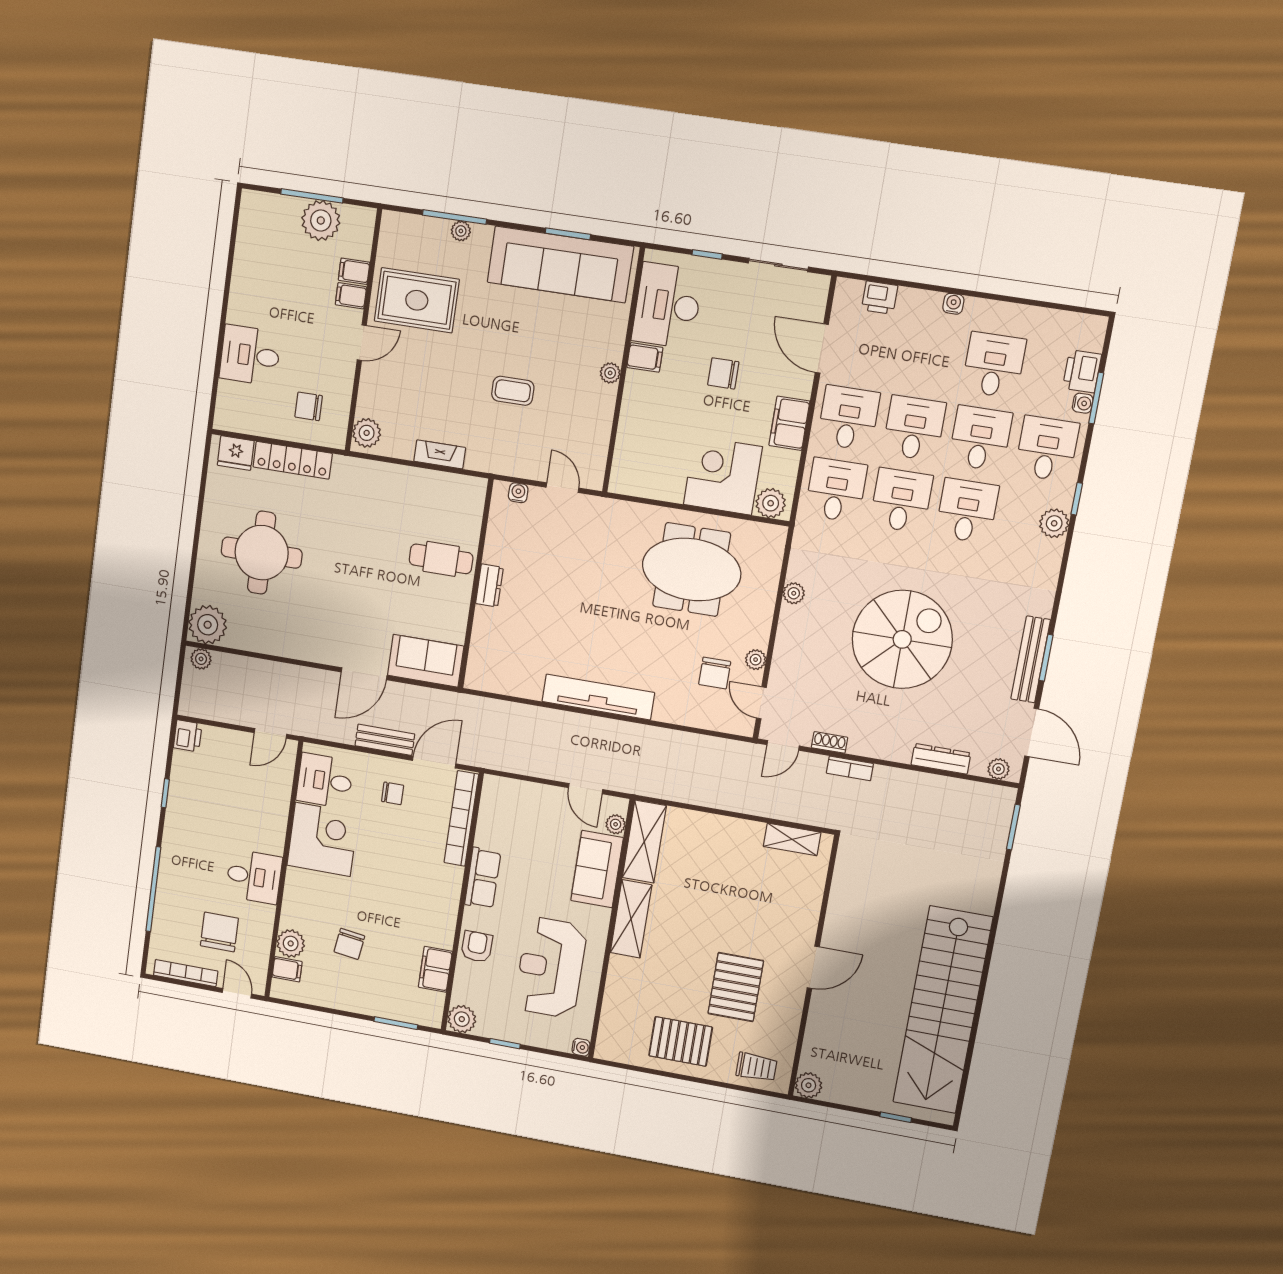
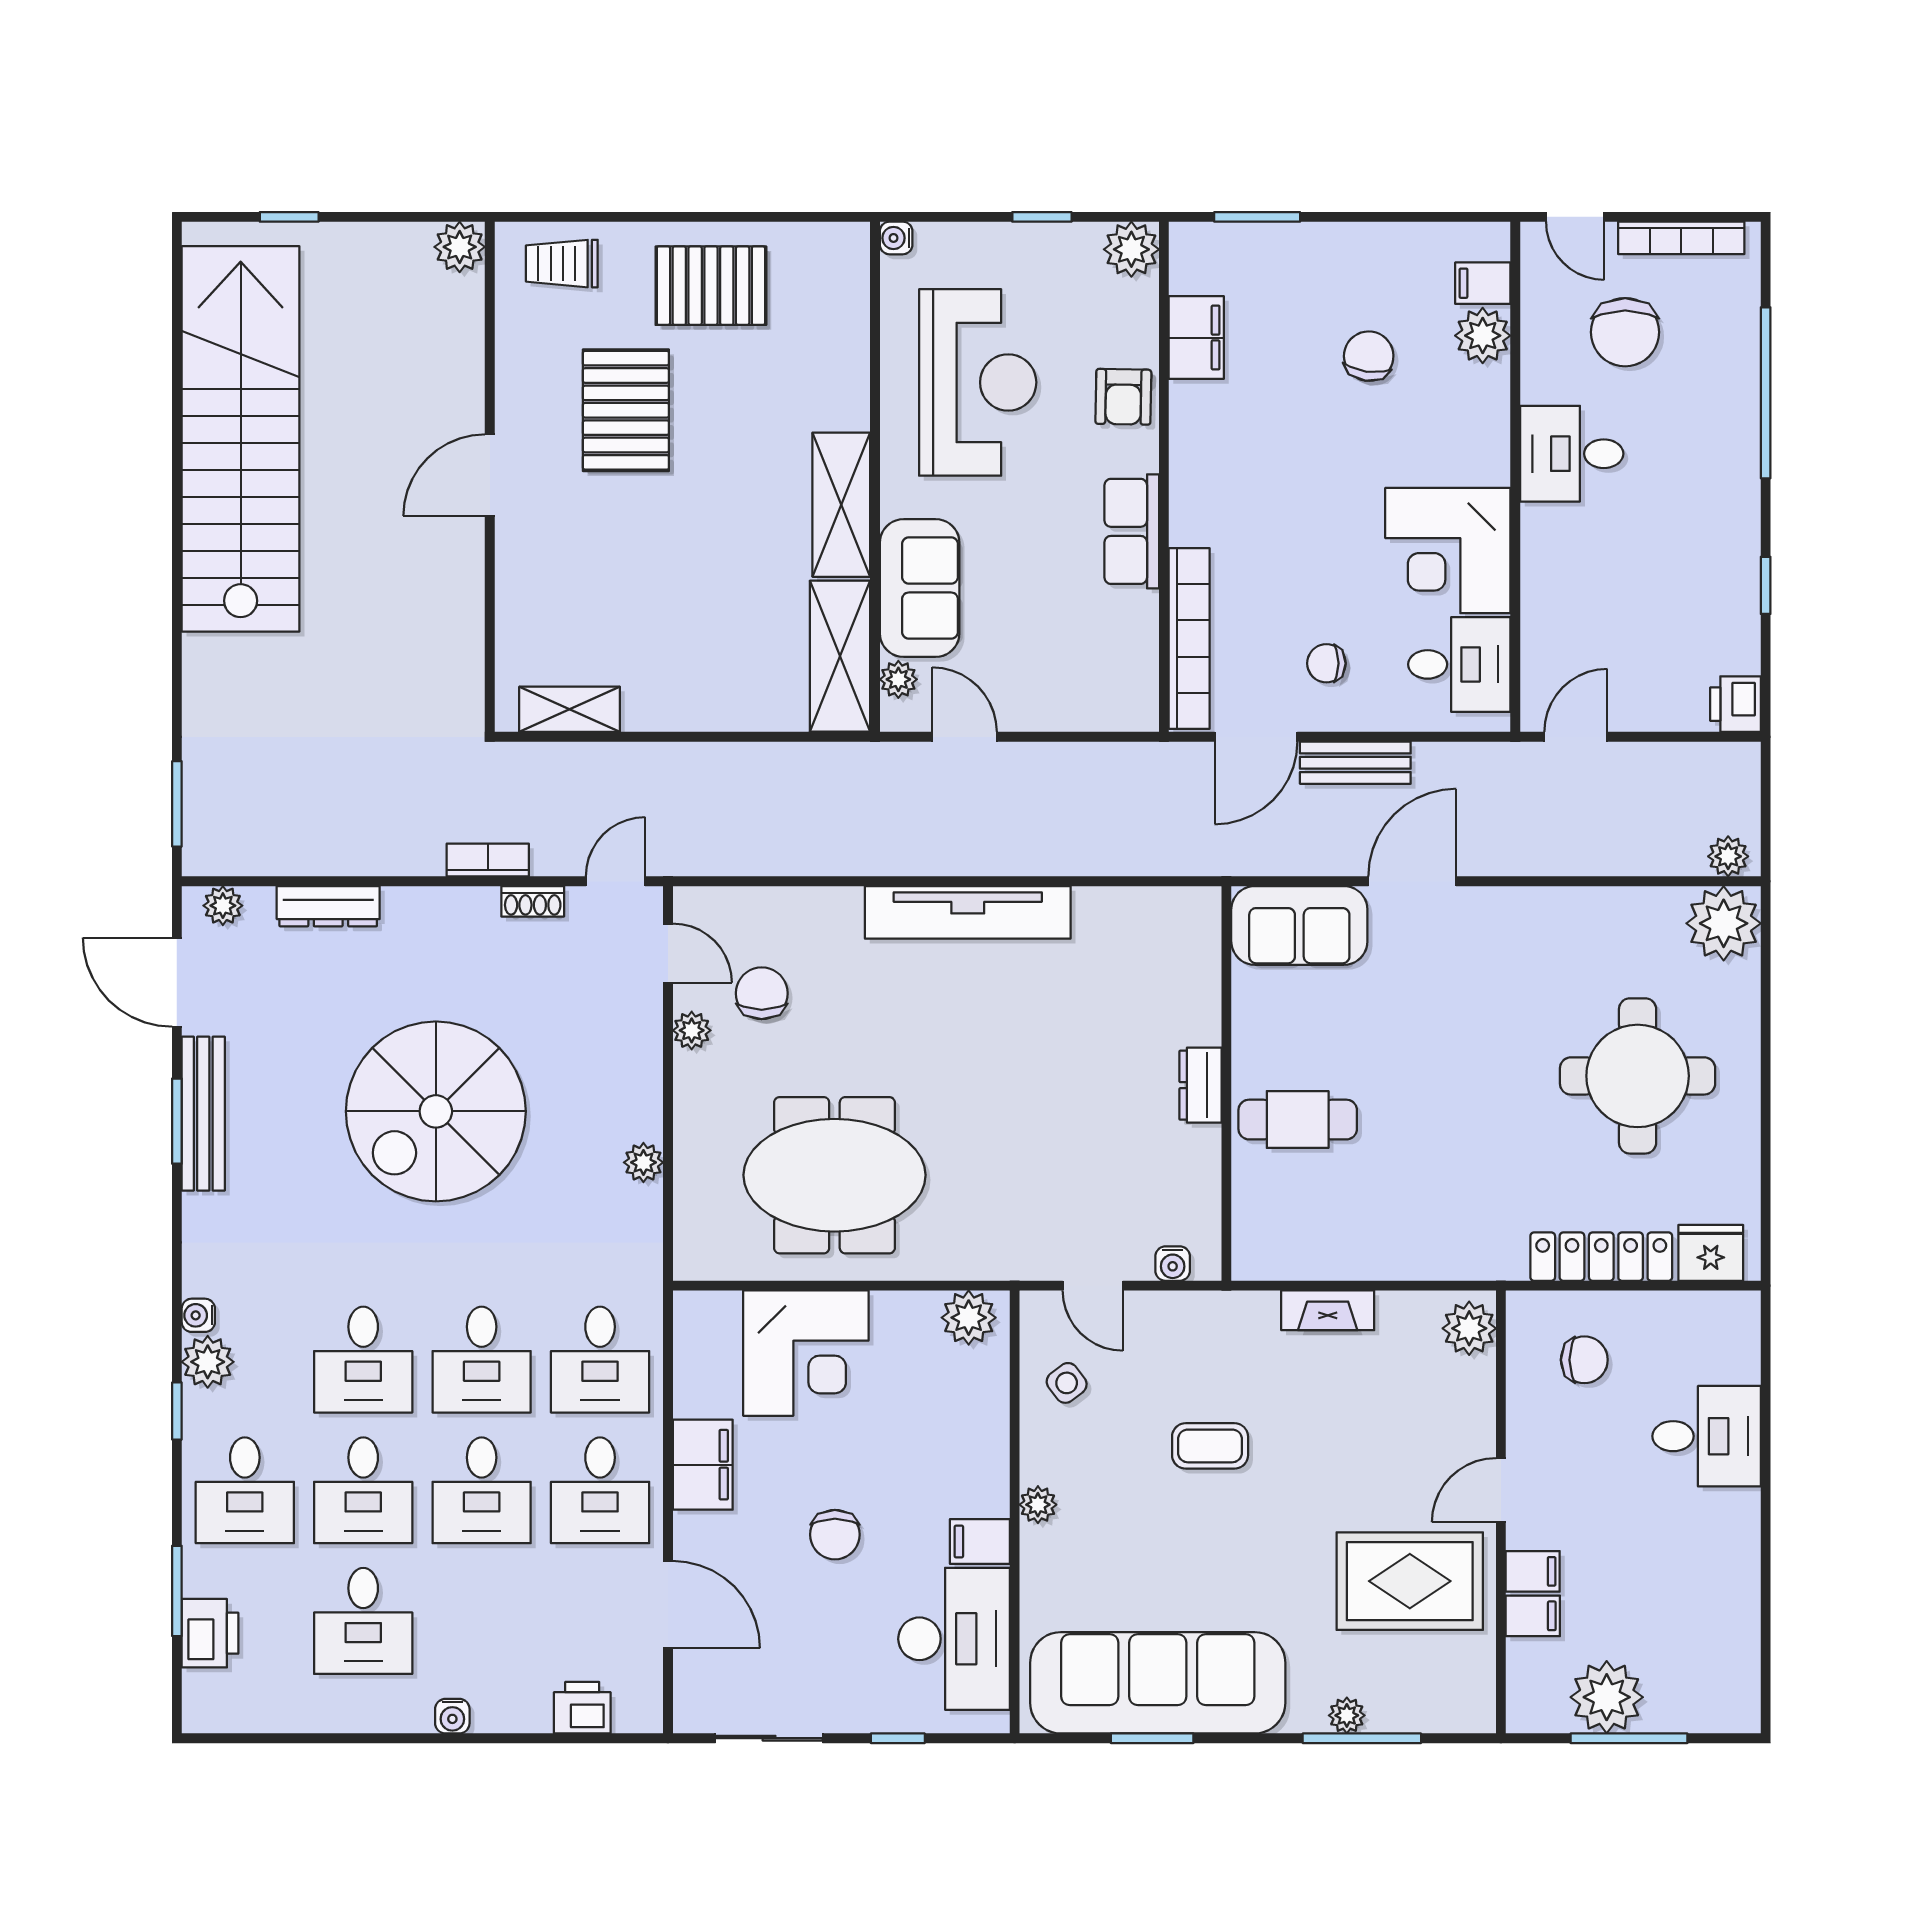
chair: (723, 373) -> (835, 1535), turned 90
water cooler: (1083, 403) -> (198, 1315), moved
side table: (585, 437) -> (1067, 1383), added
plant: (771, 503) -> (969, 1318), moved

